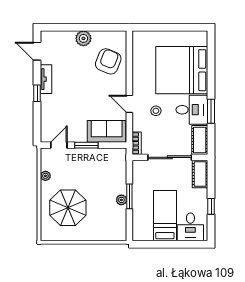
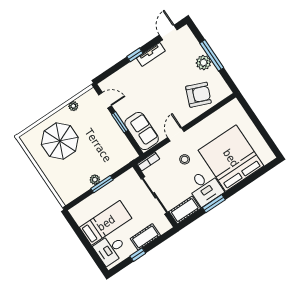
window: (82, 27) -> (212, 55), added
cot: (200, 174) -> (145, 237), moved

